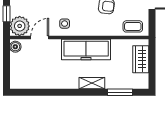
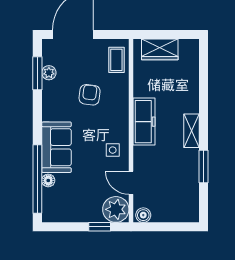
freezer: (86, 49) -> (144, 122), width x0.73, depth x0.79
shelving: (92, 83) -> (191, 131), moved
window: (120, 92) -> (203, 167), moved

